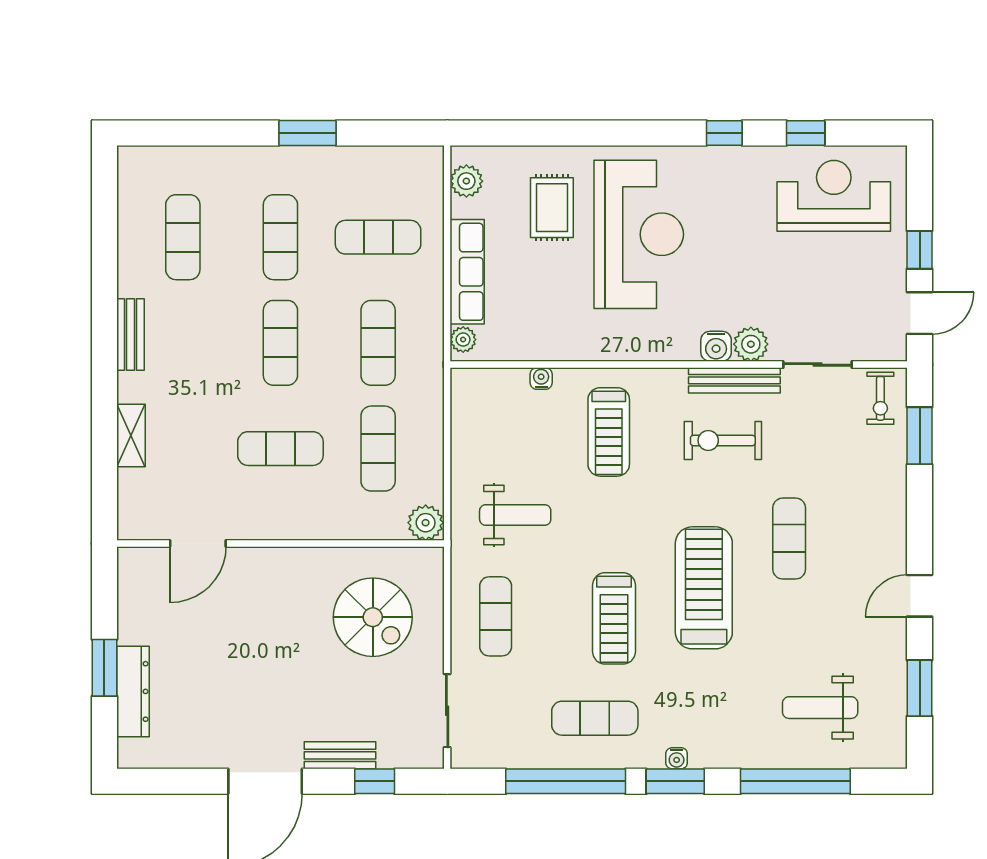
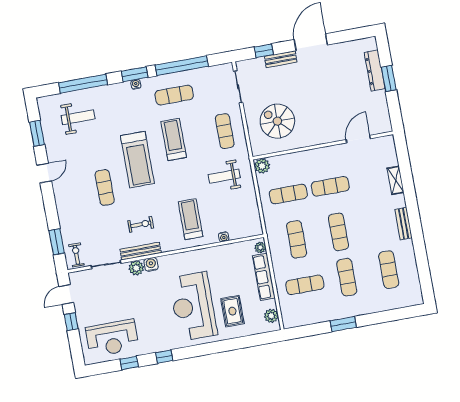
exercise bike: (723, 440) -> (141, 224), width x0.73, depth x0.72
exercise mat: (378, 449) -> (288, 194), turned 90

